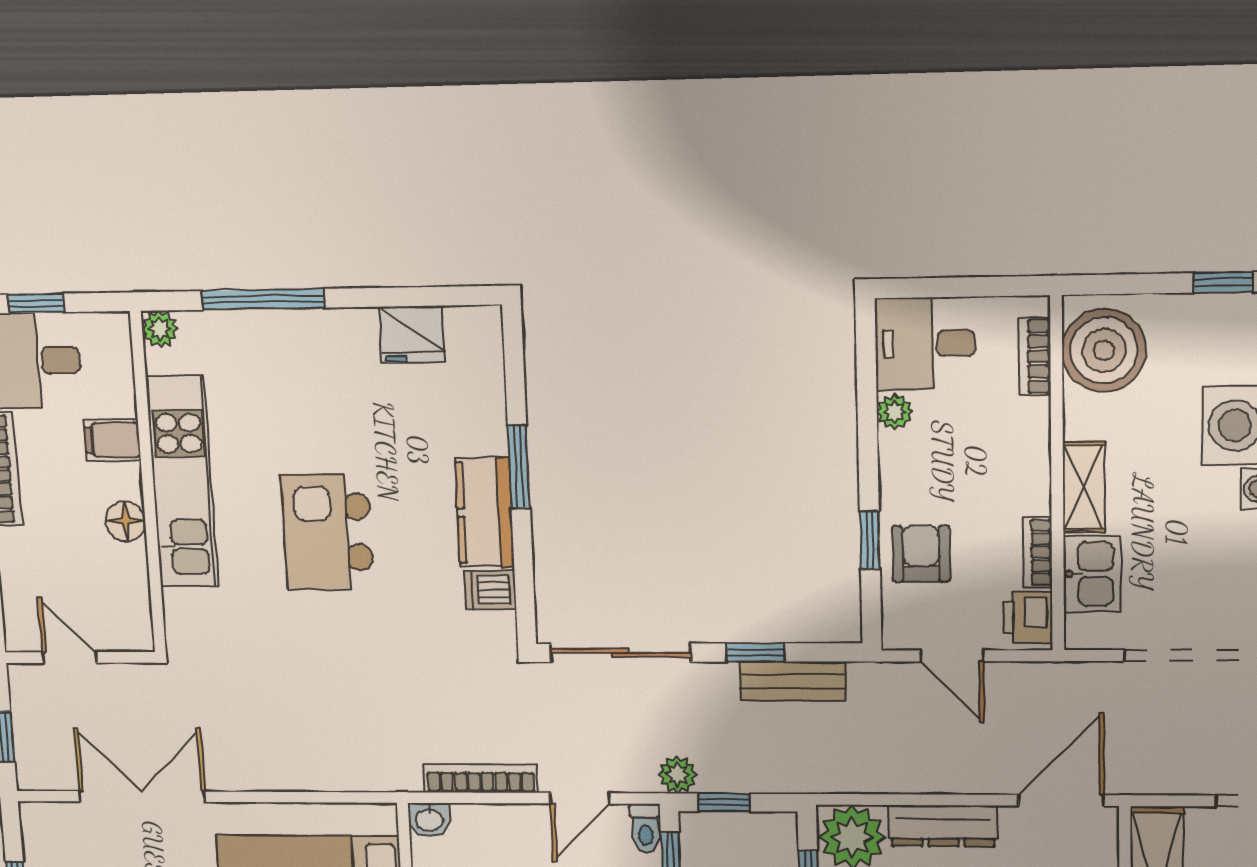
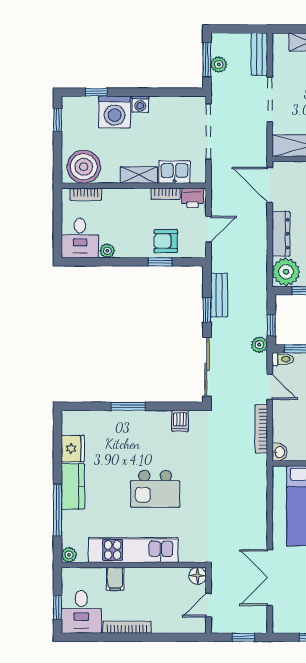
kitchen counter: (485, 512) -> (73, 486), moved, turned -90
floor lamp: (126, 521) -> (198, 576), moved

